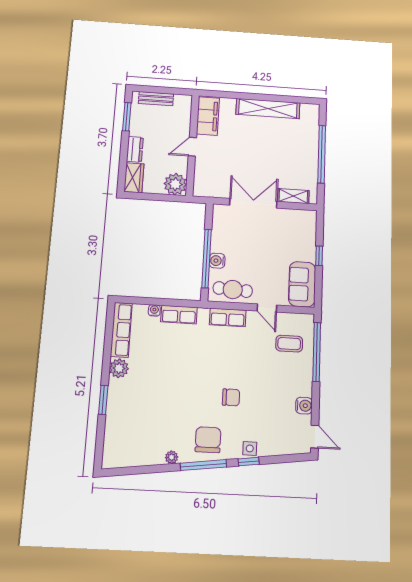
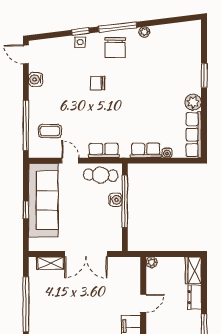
plant: (175, 184) -> (152, 262), width x0.53, depth x0.53
sofa: (302, 284) -> (43, 200), width x1.85, depth x1.27

